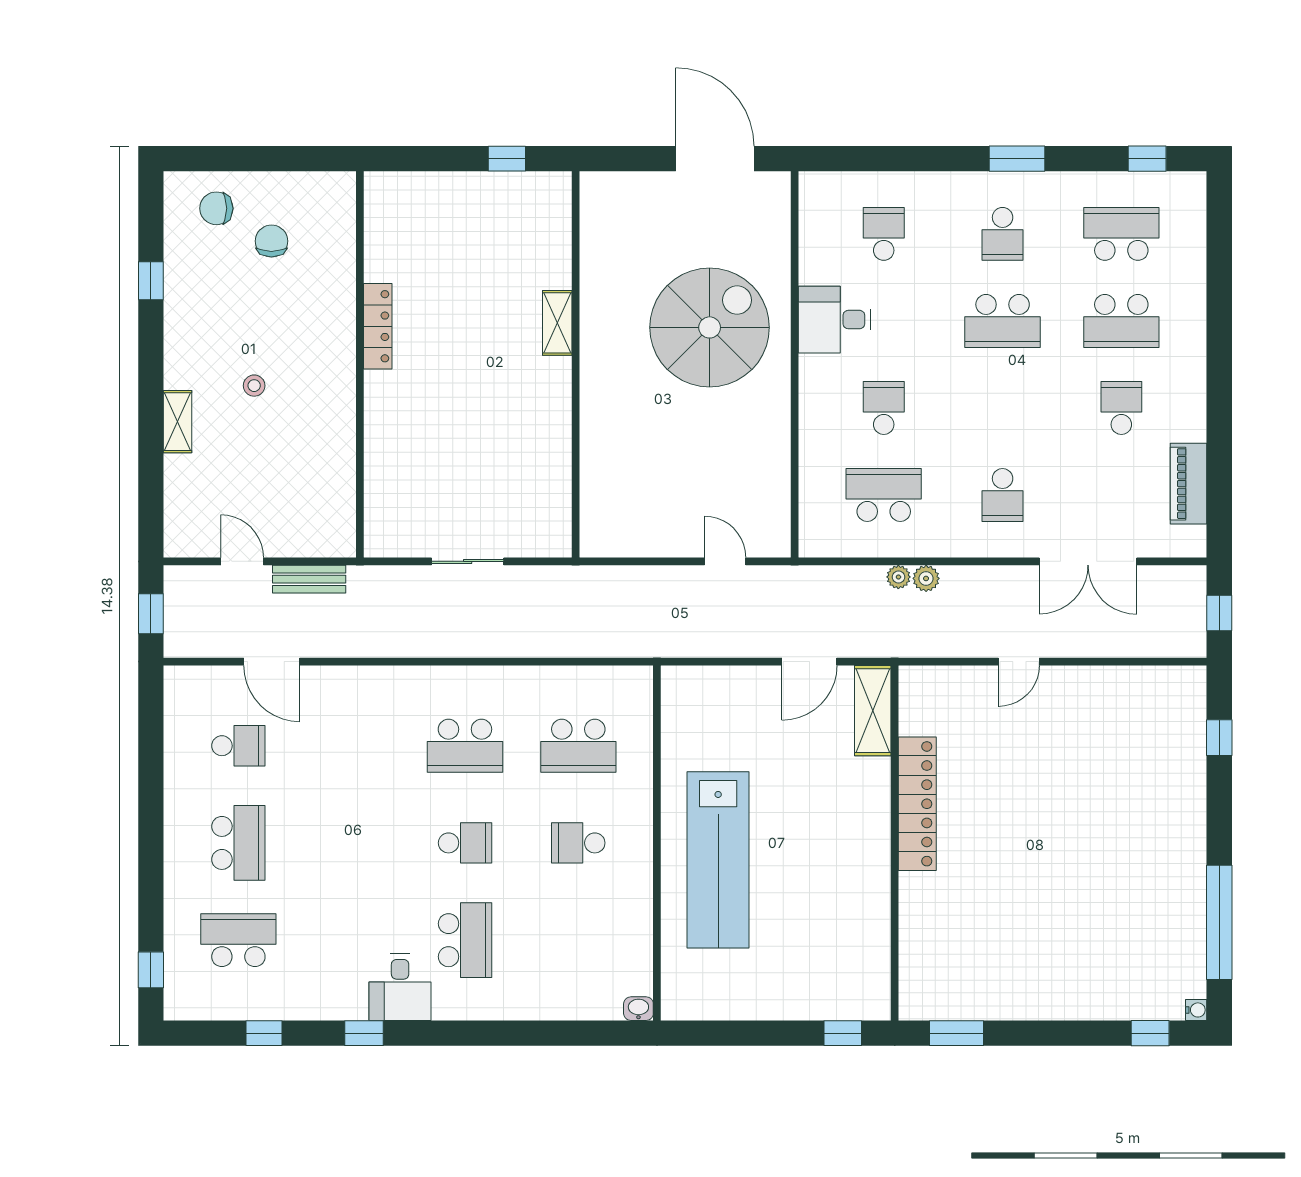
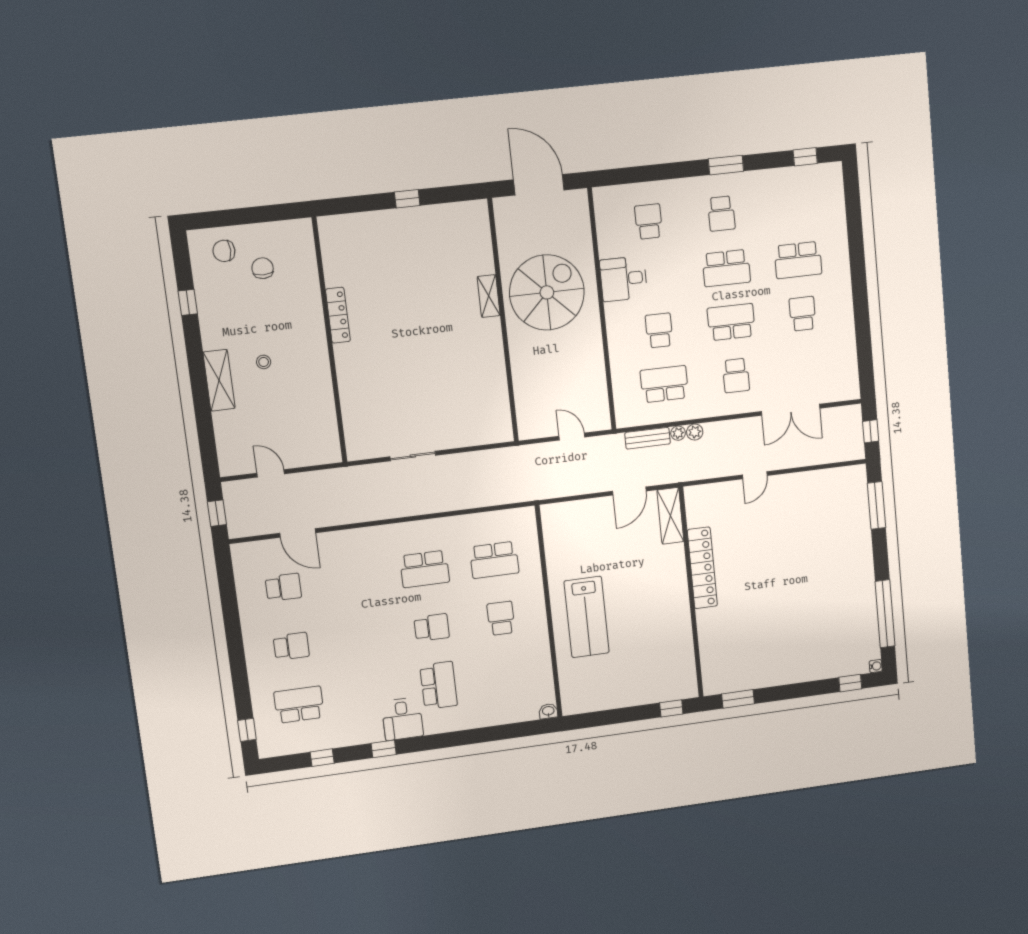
school desk: (1121, 234) -> (731, 322), moved
shelving: (557, 323) -> (489, 296), moved
wall: (576, 364) -> (503, 321), moved
shelving: (178, 422) -> (219, 380), width x1.50, depth x1.33
piano: (1189, 484) -> (846, 355), removed
bench: (309, 579) -> (648, 438), moved
window: (1219, 738) -> (876, 505), width x2.17
school desk: (238, 843) -> (291, 646), width x0.54
school desk: (578, 843) -> (501, 618), turned 90
lab bench: (718, 860) -> (587, 617), width x0.73

